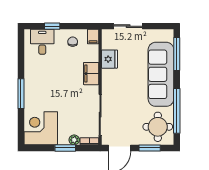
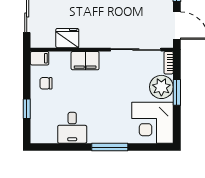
desk: (42, 42) -> (72, 128), moved, turned -90
plant: (74, 140) -> (161, 87), width x1.88, depth x1.88

